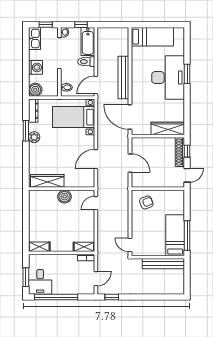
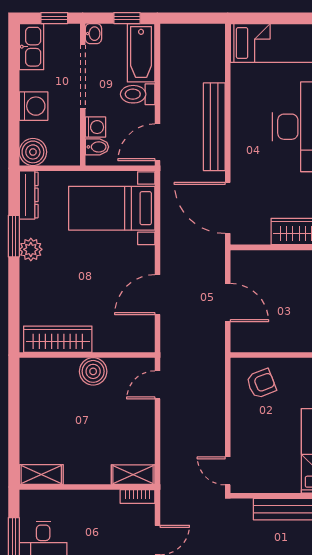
washing machine: (66, 78) -> (95, 127), added

